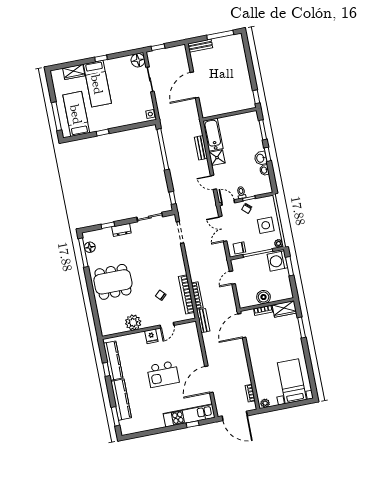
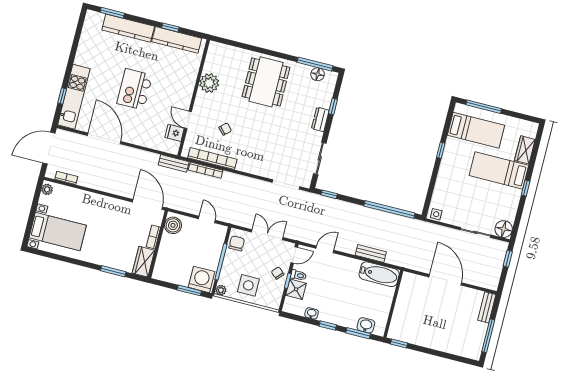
shower: (217, 158) -> (296, 289), moved
washbasin: (261, 158) -> (366, 325), moved
boiler: (264, 297) -> (173, 225), moved
fridge: (151, 336) -> (175, 133), moved

